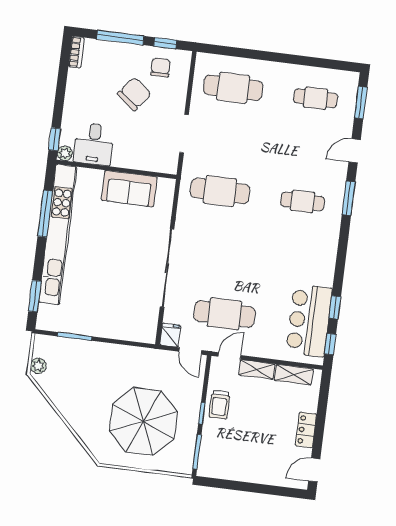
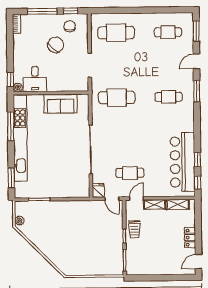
cafe table: (224, 314) -> (130, 173), width x0.73, depth x0.74
bar counter: (309, 321) -> (183, 162), width x1.36
parasol: (143, 421) -> (89, 246), removed

